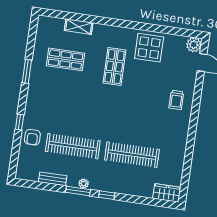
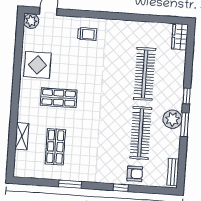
bench: (53, 179) -> (173, 172), moved
plant: (84, 184) -> (172, 119), width x1.88, depth x1.88

